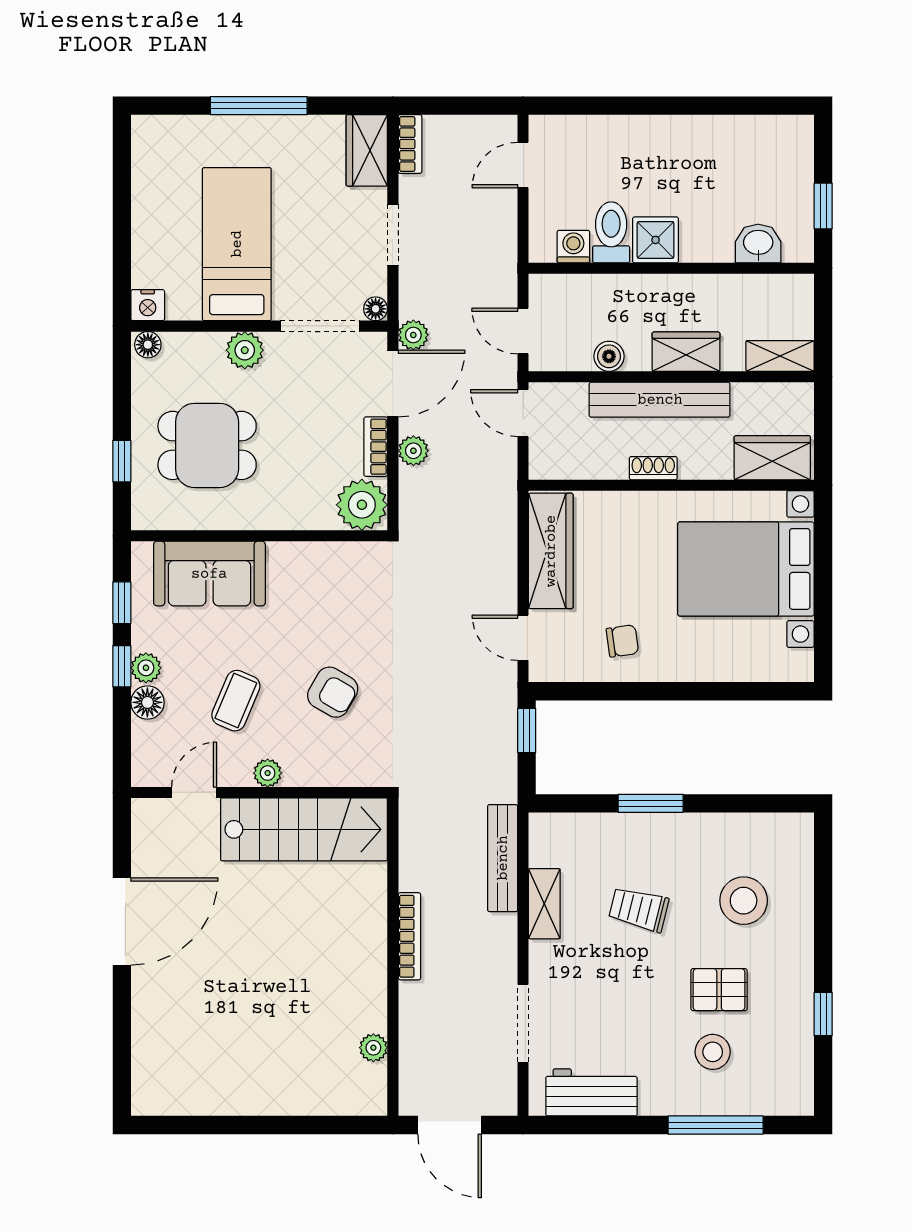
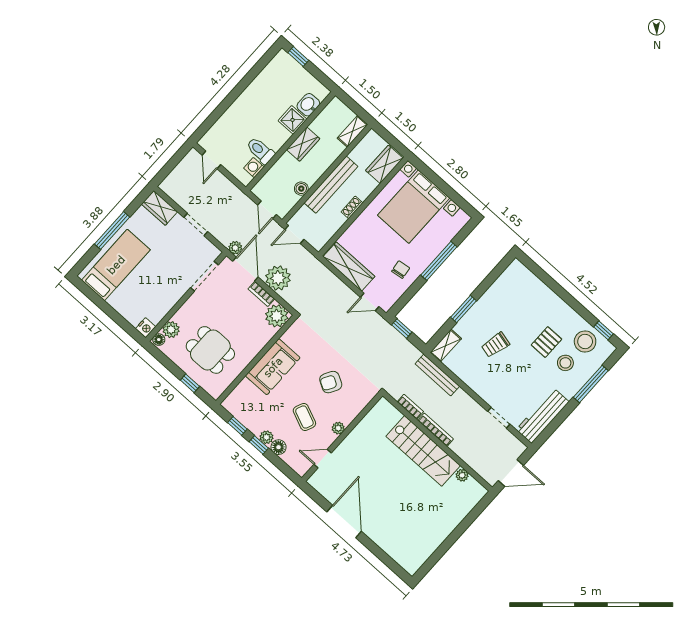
bookcase: (410, 144) -> (410, 407), moved
window: (823, 206) -> (298, 56), moved
shower: (656, 240) -> (292, 120), moved
bed: (237, 244) -> (116, 265), moved, turned 90
floor lamp: (376, 309) -> (215, 252), removed
door: (523, 331) -> (267, 210), hinge flipped
plant: (245, 350) -> (171, 330), moved
wardrobe: (686, 352) -> (303, 144), moved, turned 180
dining table: (207, 445) -> (210, 350), turned 90
plant: (413, 451) -> (278, 278), width x1.88, depth x1.88
sofa: (209, 574) -> (273, 367), moved
window: (693, 691) -> (439, 261), added
armchair: (333, 692) -> (331, 382), turned 180
door: (194, 792) -> (323, 459), hinge flipped
stairs: (304, 829) -> (423, 451), moved, turned 90
stool: (744, 901) -> (585, 342), moved
shelving: (544, 904) -> (446, 346), moved, turned 90
window: (823, 1014) -> (603, 330), moved
doorway: (523, 1023) -> (499, 418), width x0.73
workbench: (591, 1092) -> (543, 416), width x1.37

